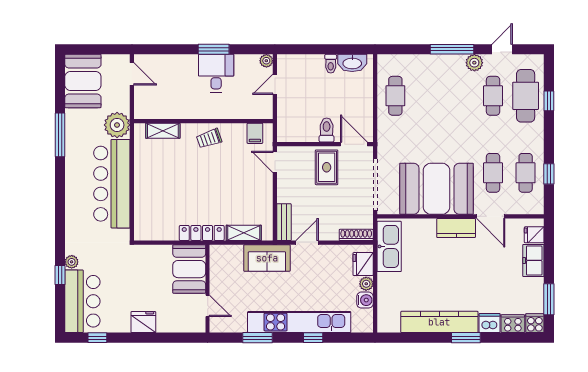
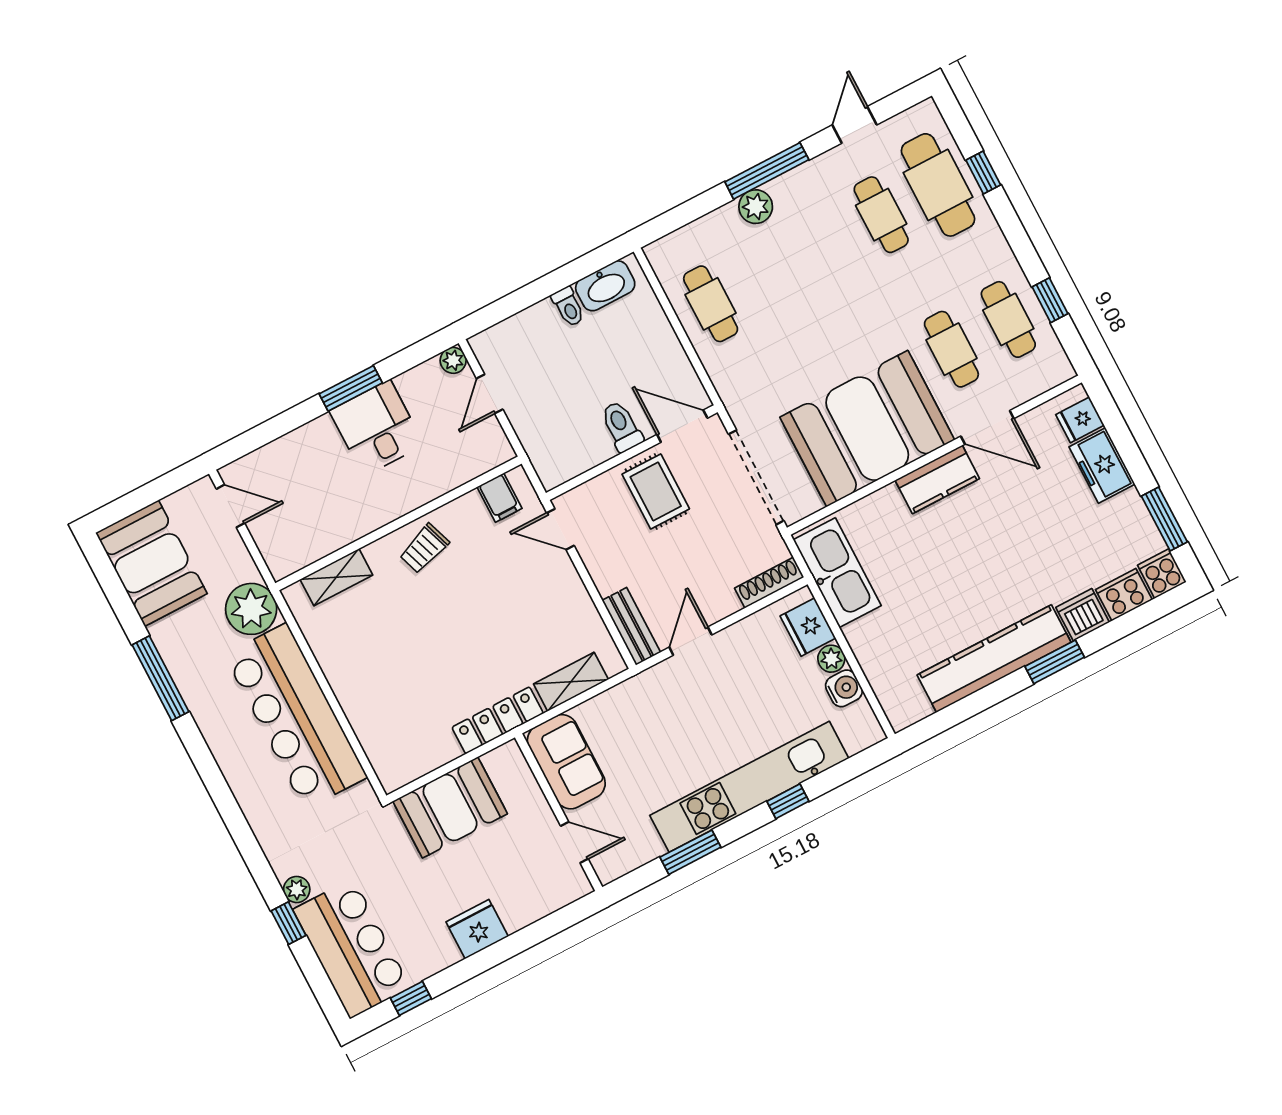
plant: (474, 63) -> (756, 207), moved
sofa: (267, 258) -> (566, 762), moved, turned -90
booth: (189, 269) -> (450, 807), moved, turned 90

